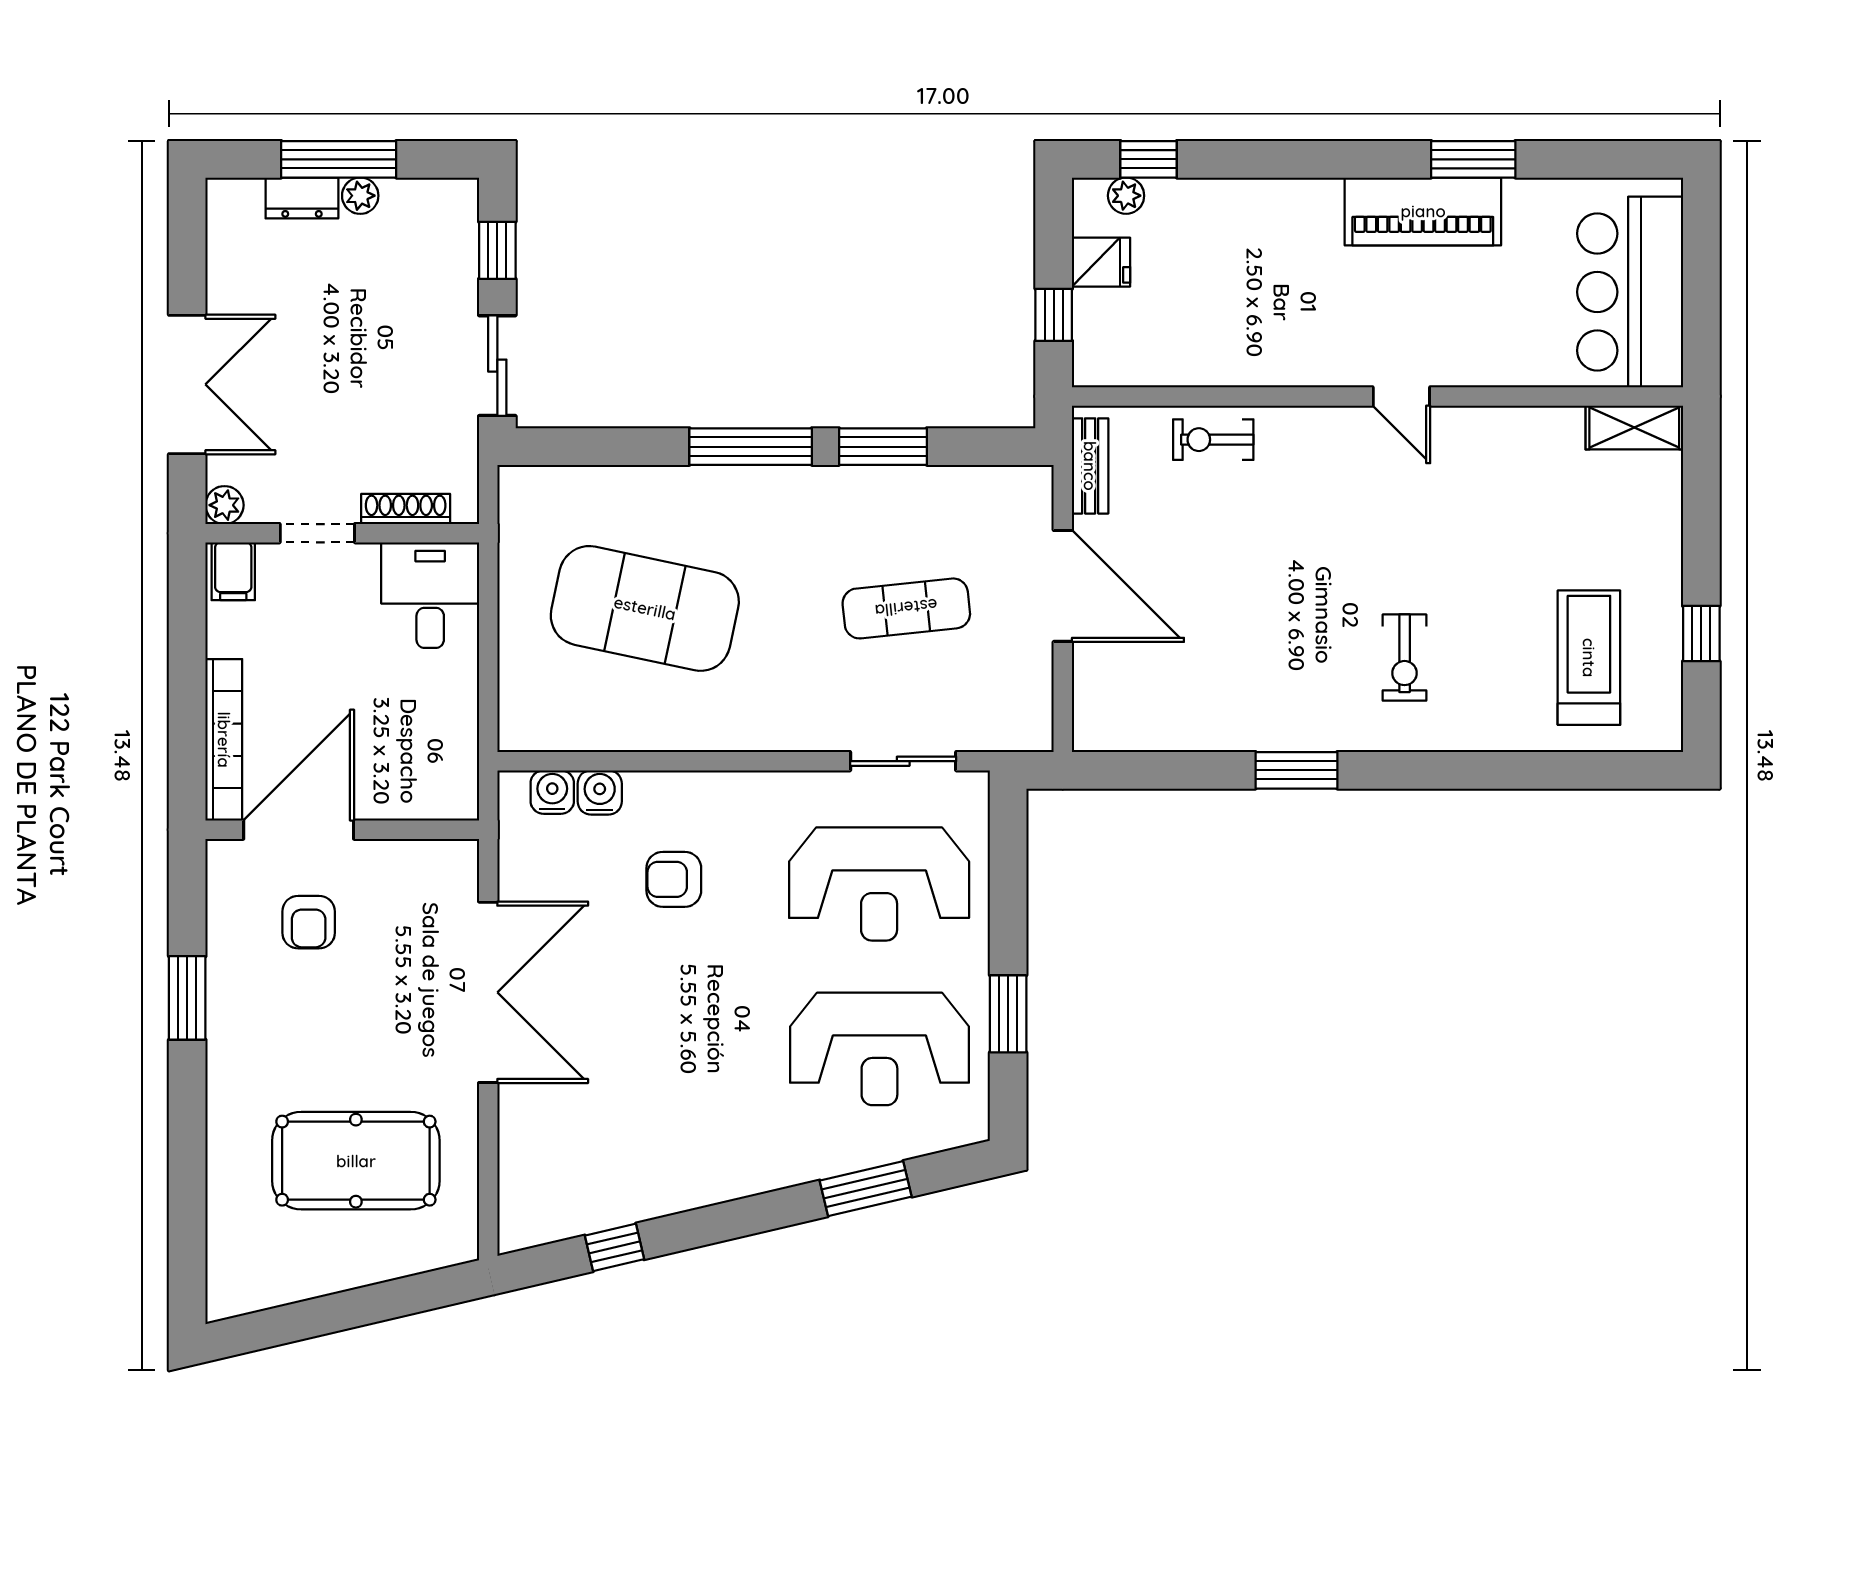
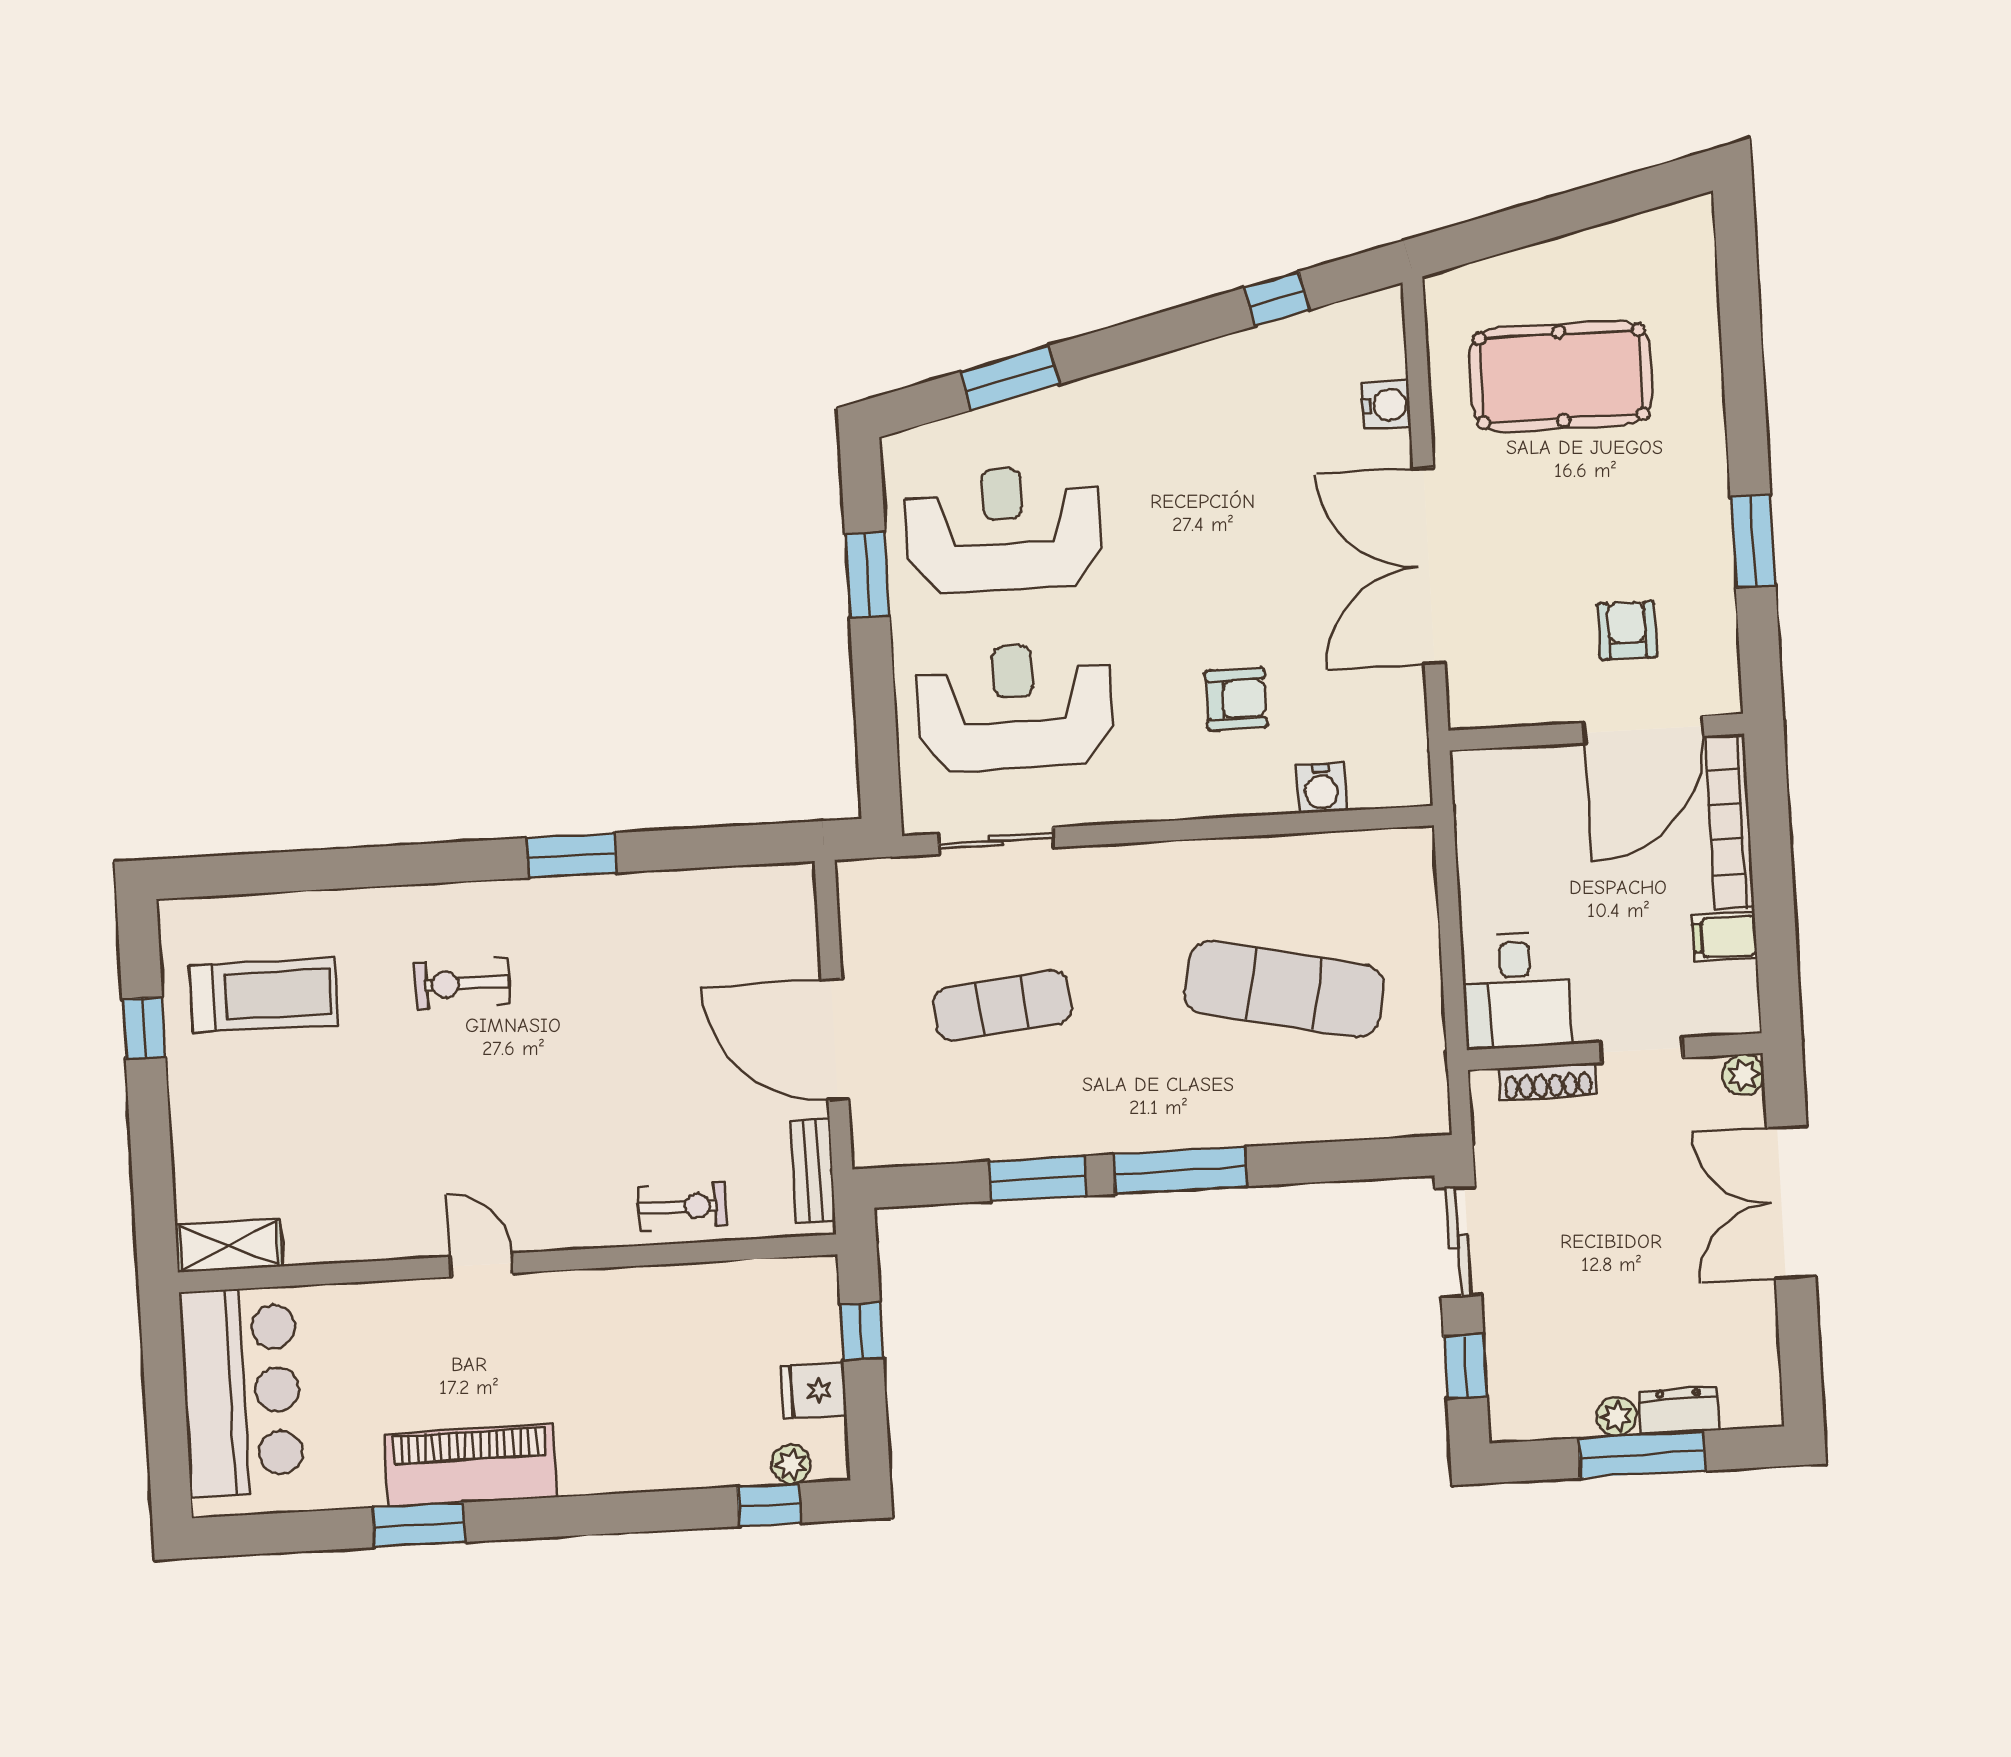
filing cabinet: (233, 571) -> (1725, 937), moved, turned -90
exercise mat: (645, 608) -> (1284, 989), width x0.68
exercise bike: (1405, 658) -> (462, 984), turned -90
treadmill: (1589, 658) -> (263, 995), turned -90
water cooler: (552, 792) -> (1386, 405), moved, turned -90

